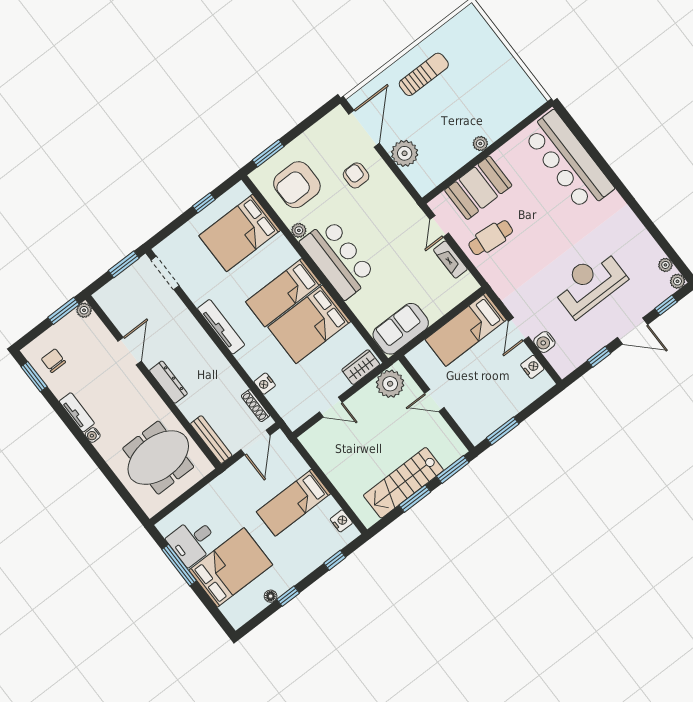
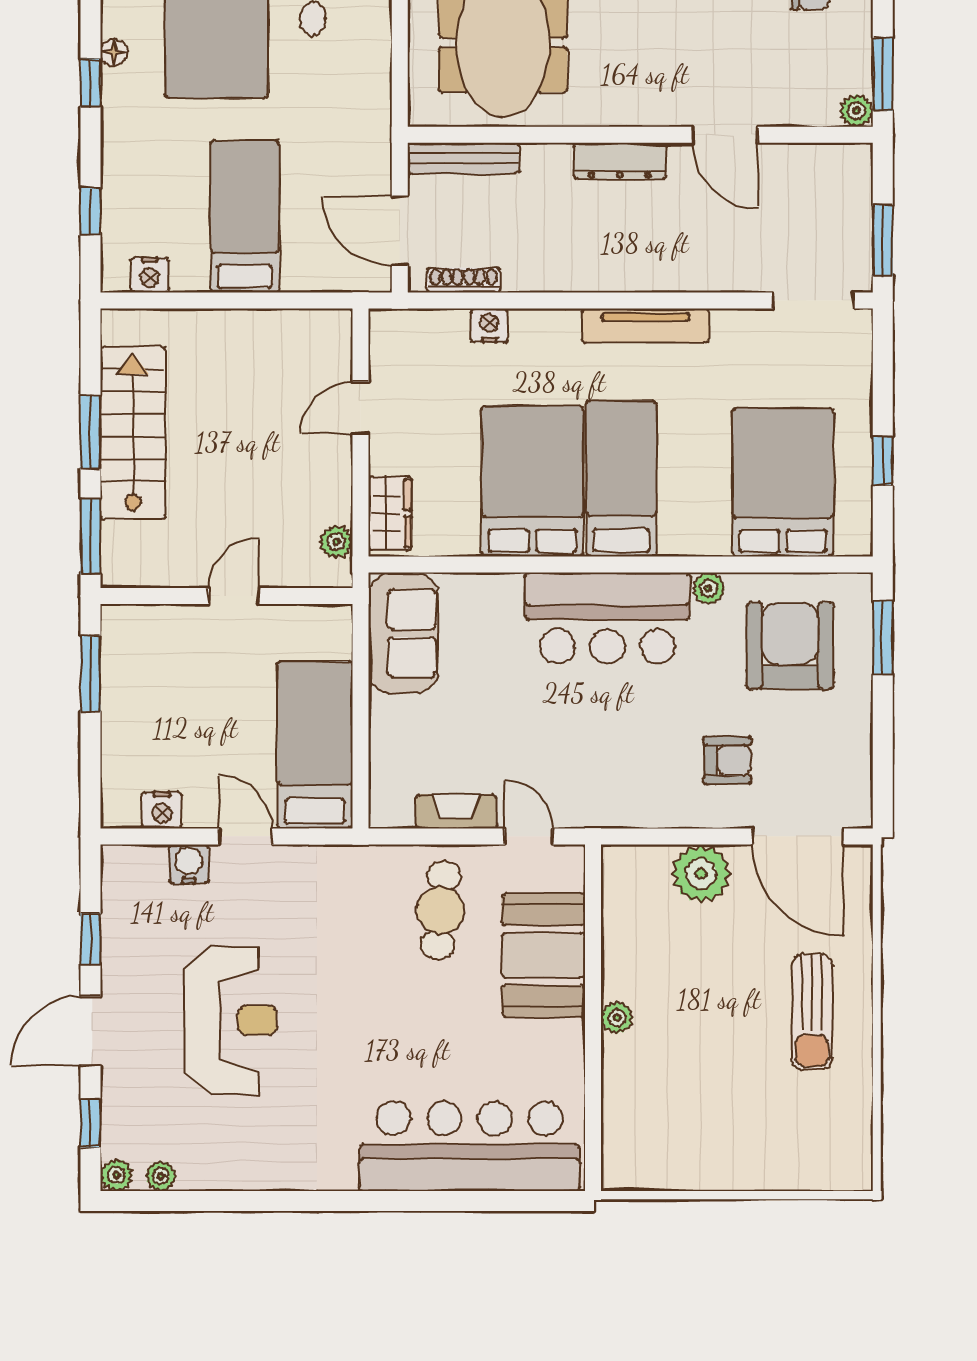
plant: (390, 384) -> (336, 542), width x0.53, depth x0.53

